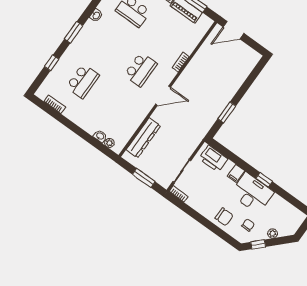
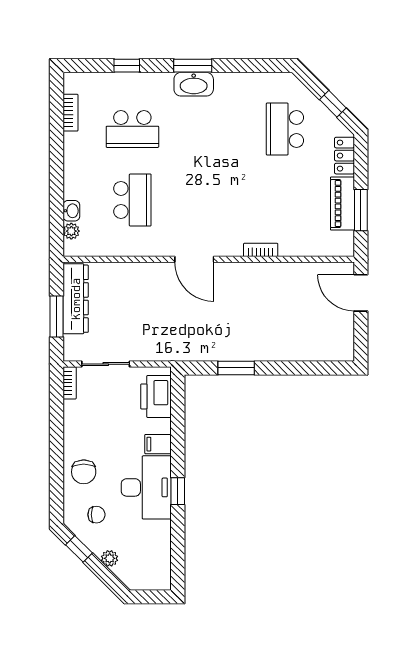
washbasin: (96, 15) -> (194, 84), moved, width x1.91, depth x1.45
school desk: (140, 69) -> (132, 200), moved, turned -90
dresser: (143, 138) -> (76, 299), moved, turned -90

